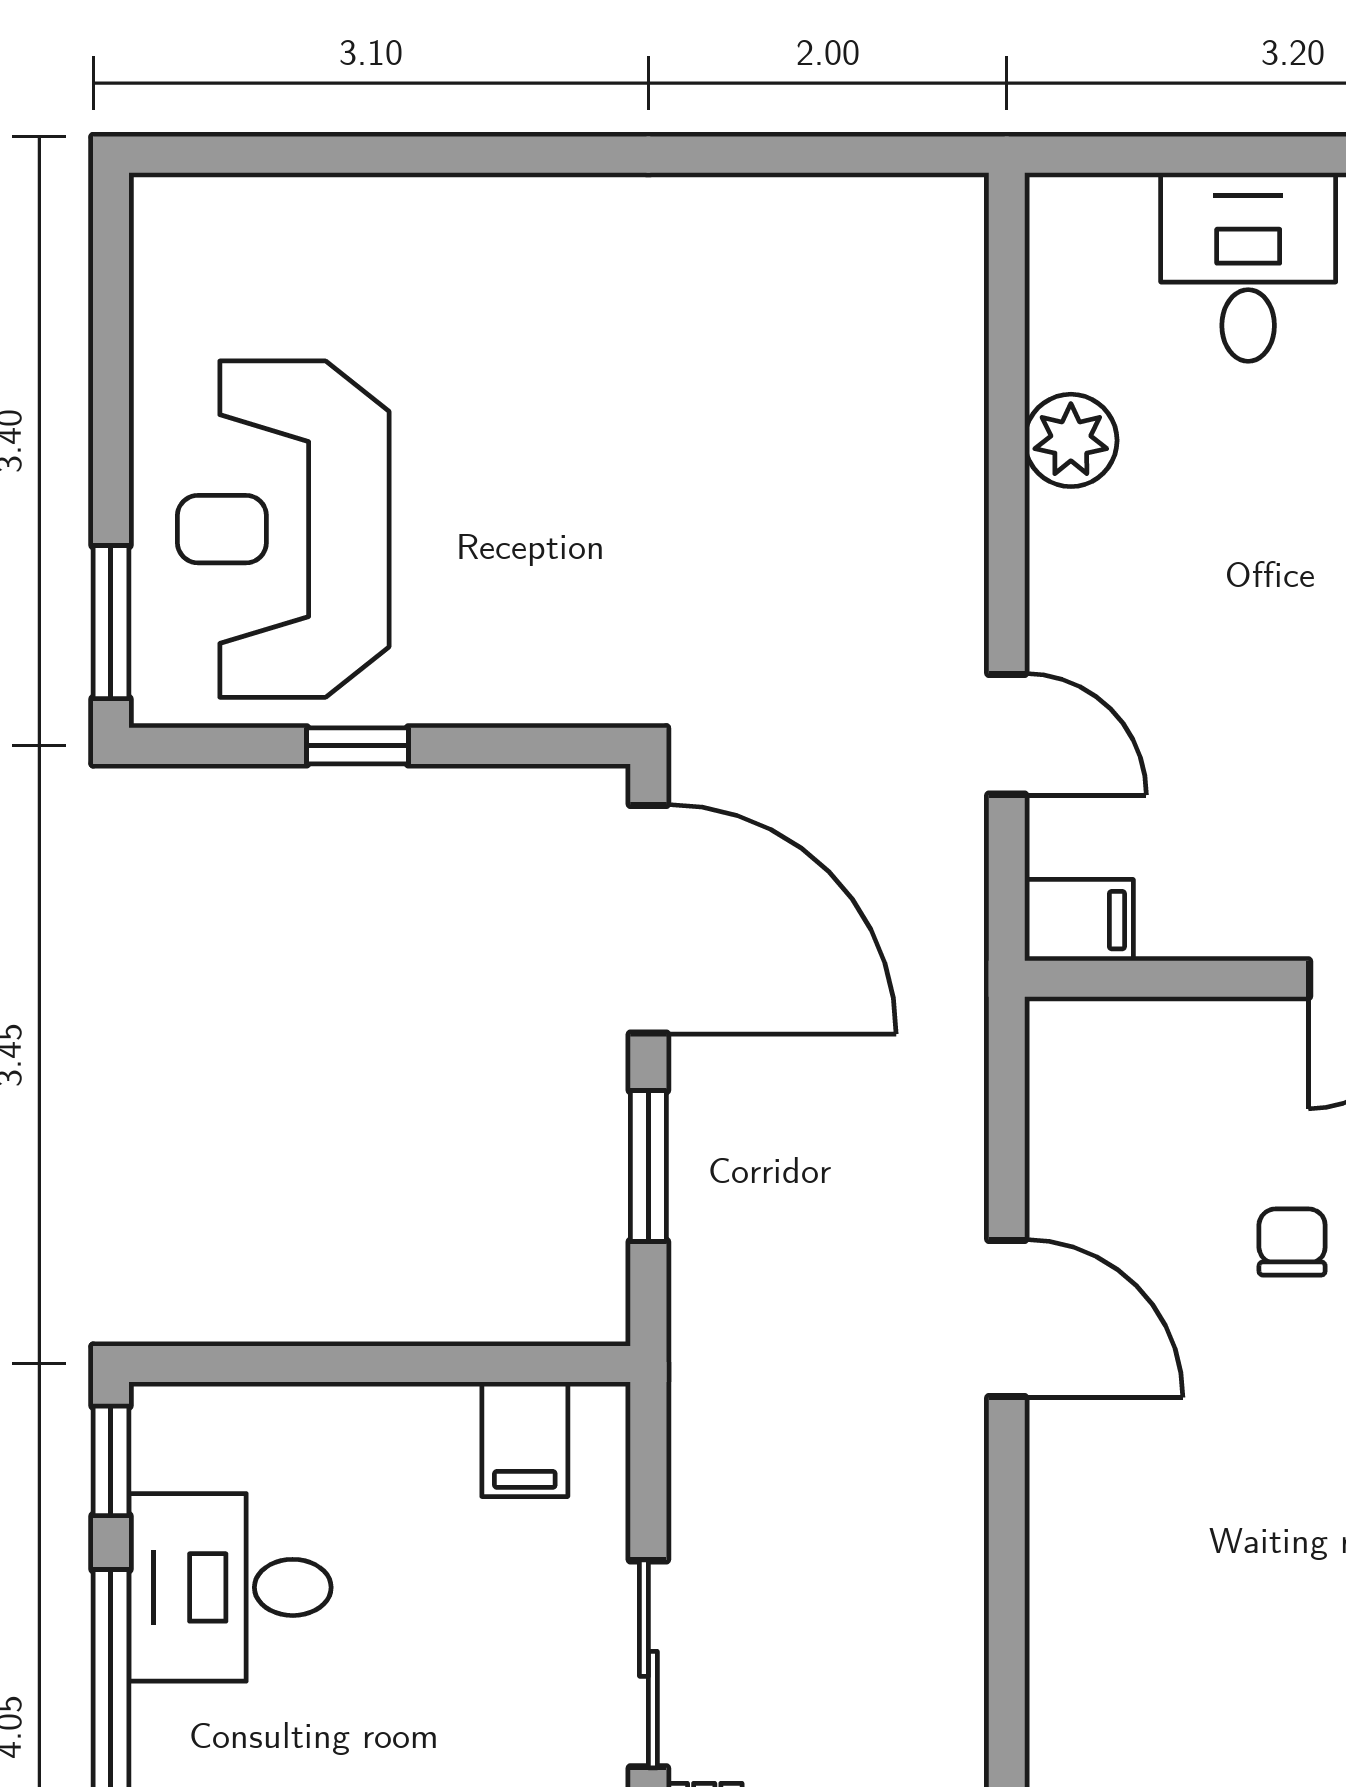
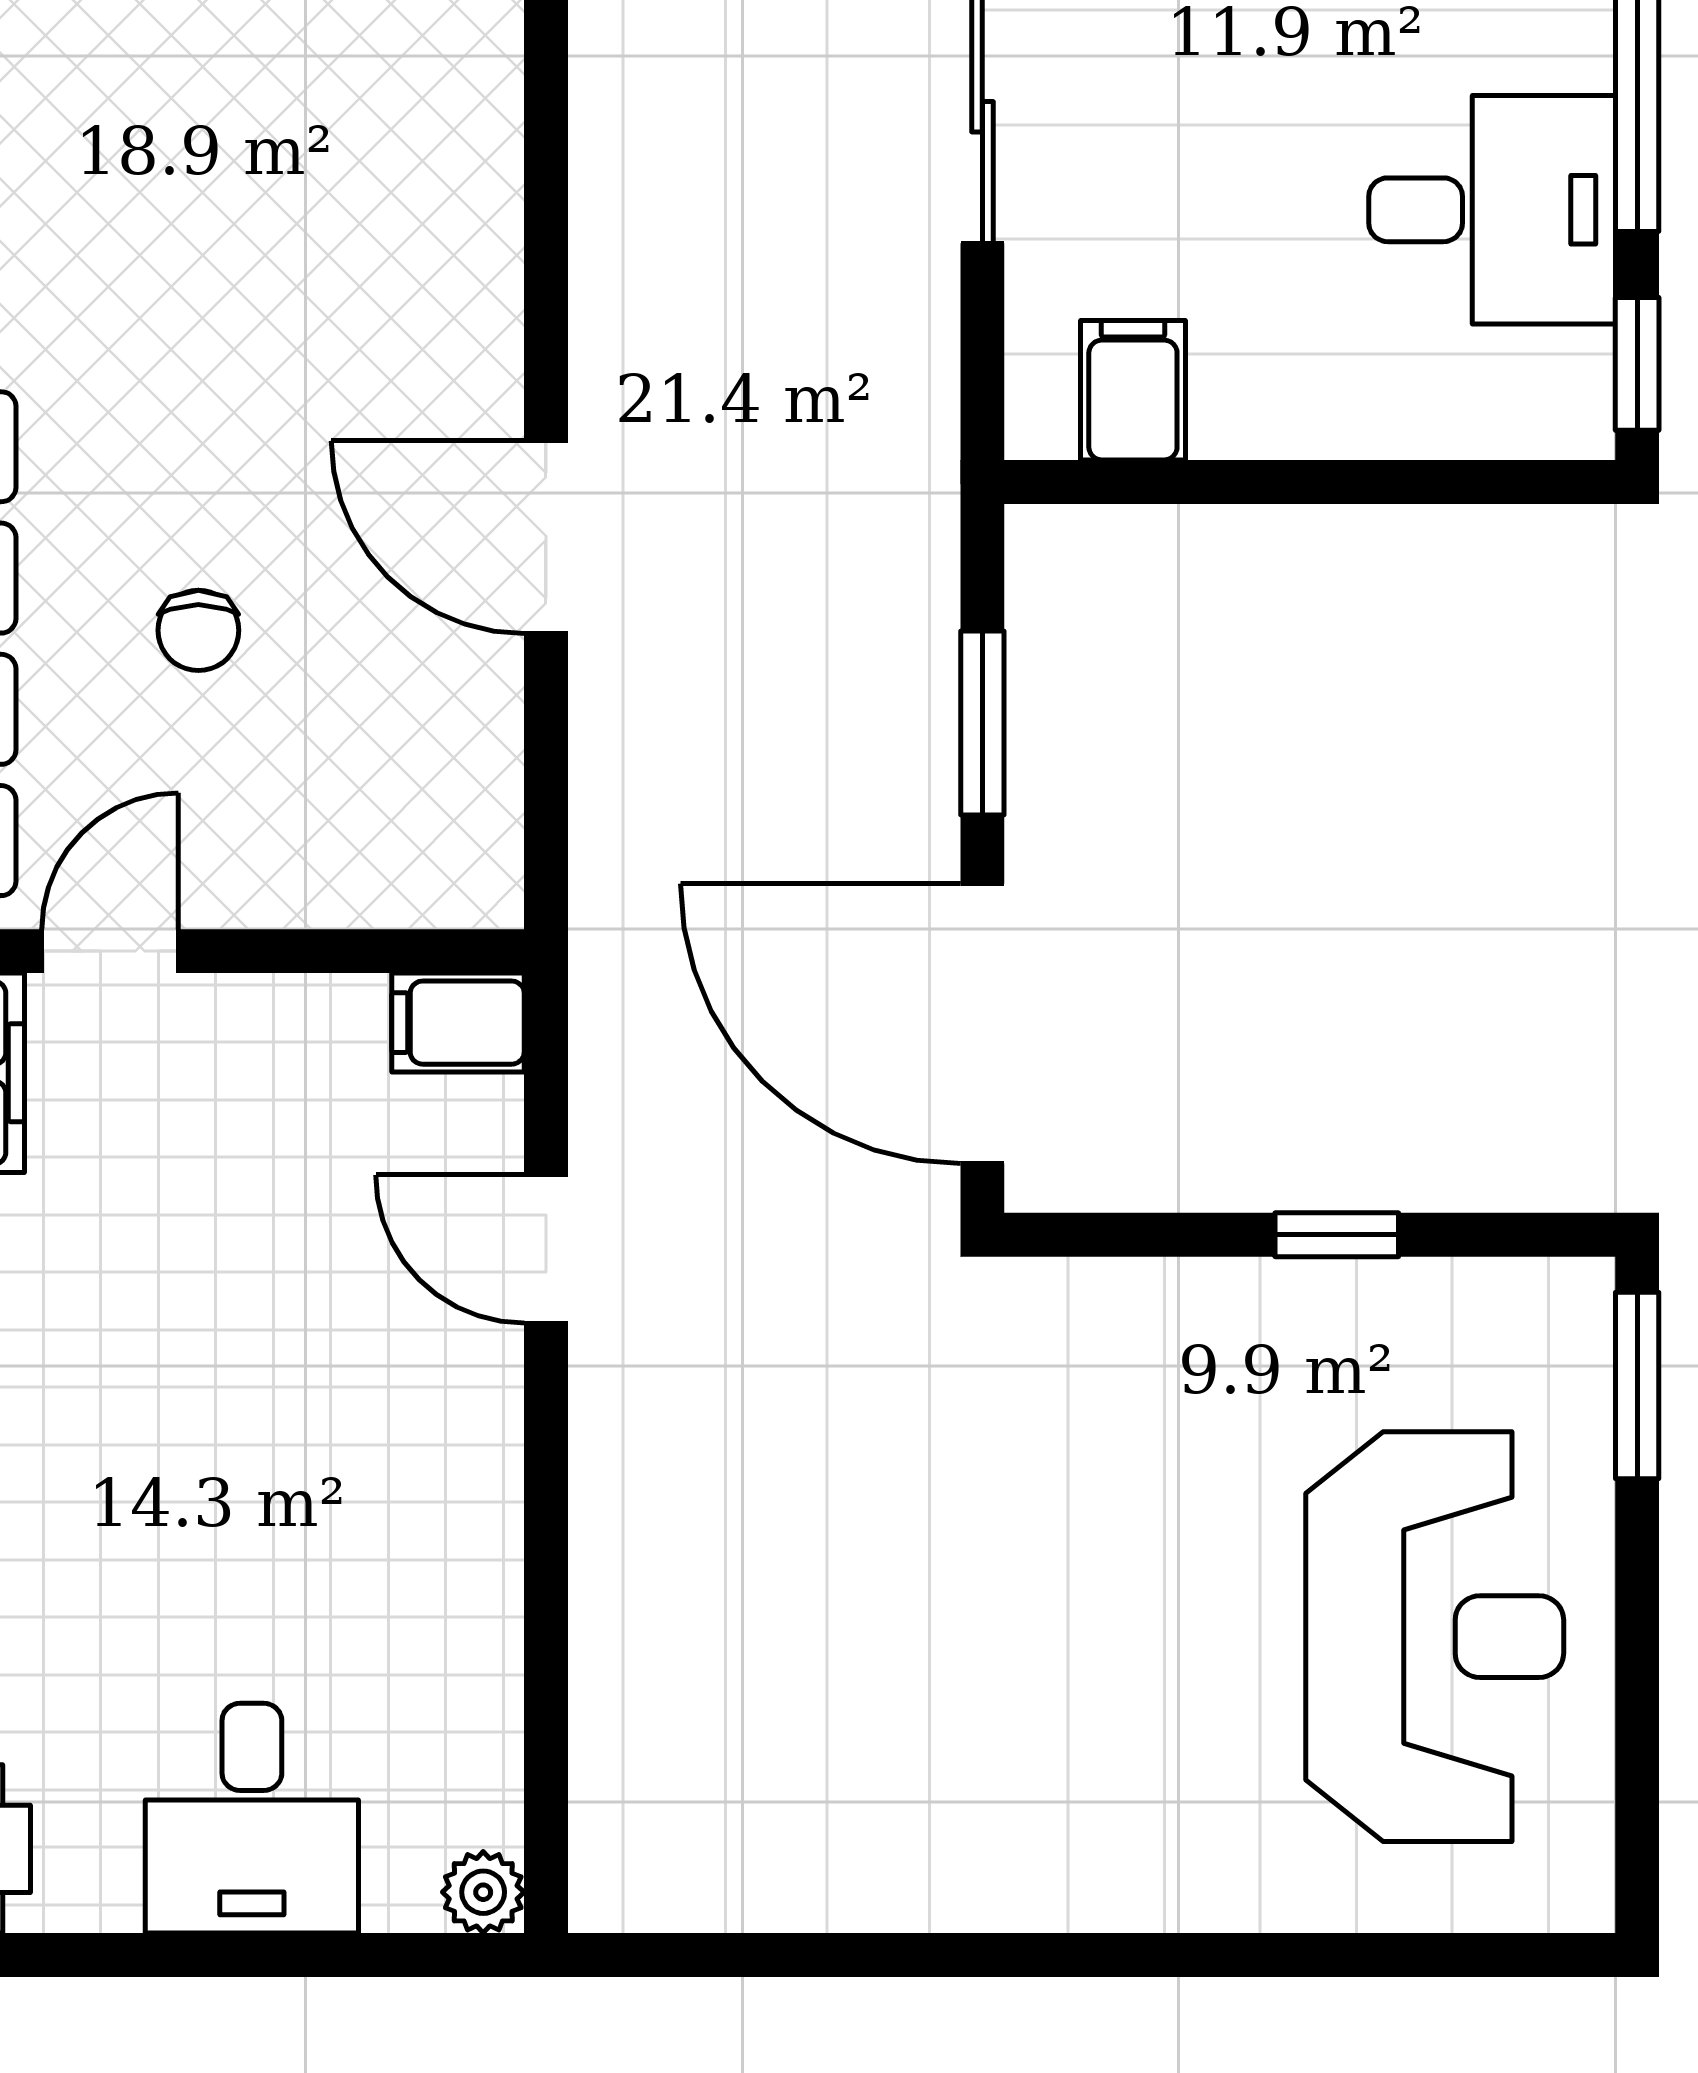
plant: (1071, 440) -> (483, 1892), moved, width x0.73, depth x0.73
reception desk: (283, 529) -> (1435, 1637), moved

